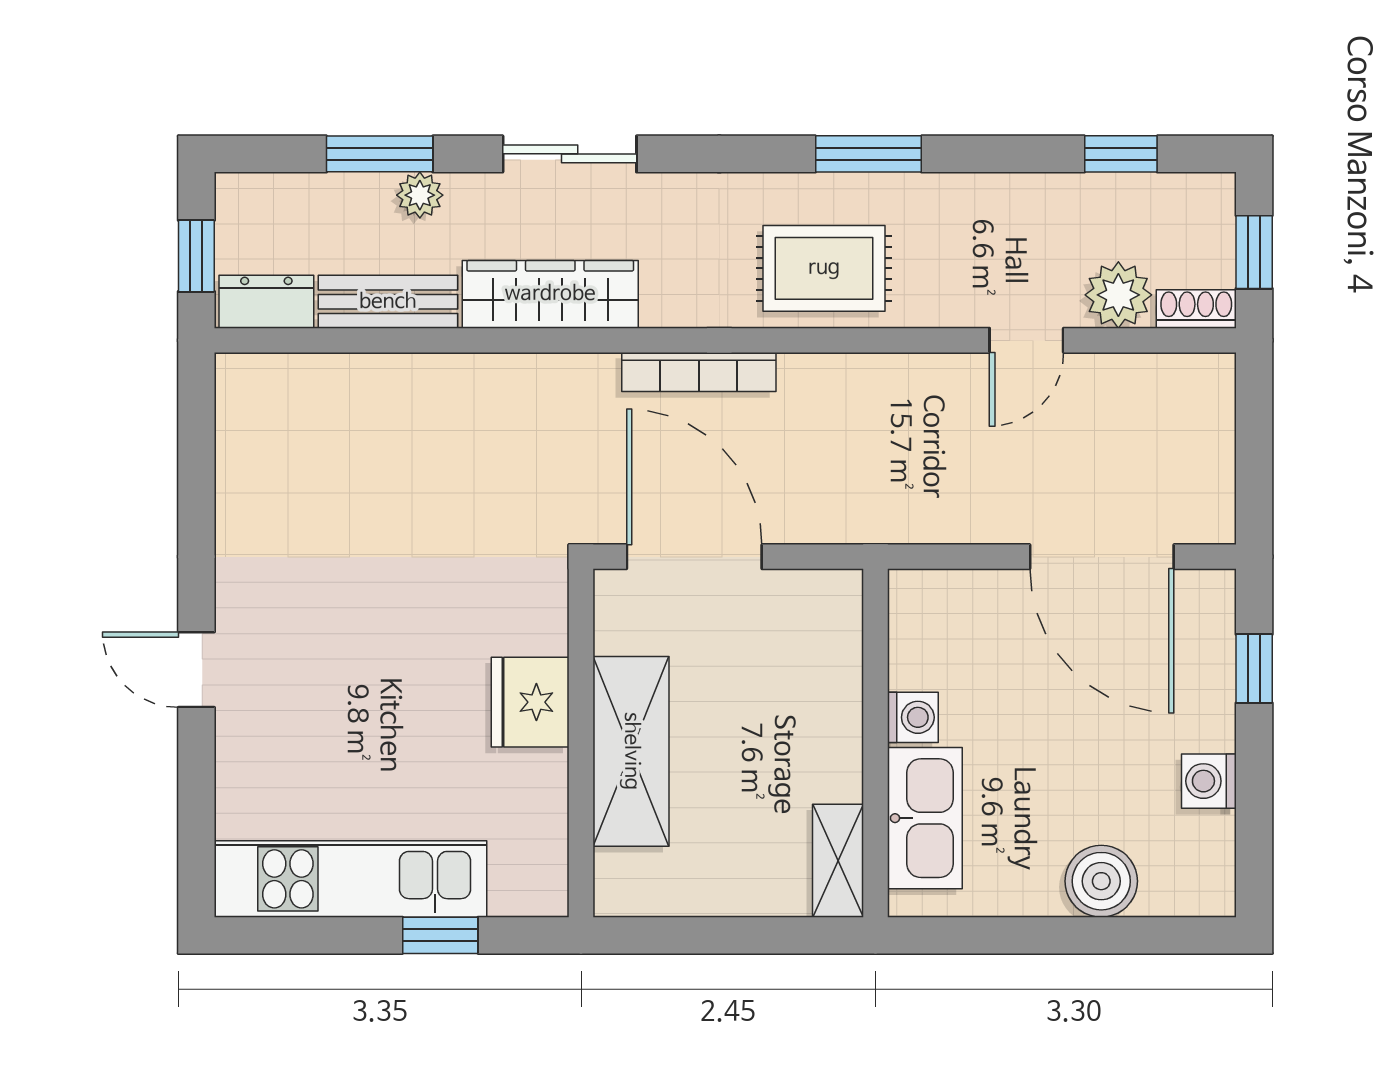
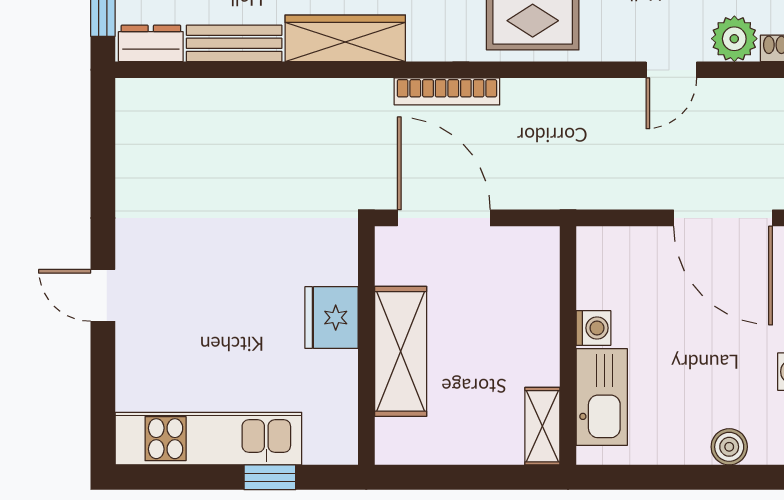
boiler: (1101, 881) -> (729, 447), width x0.73, depth x0.73

